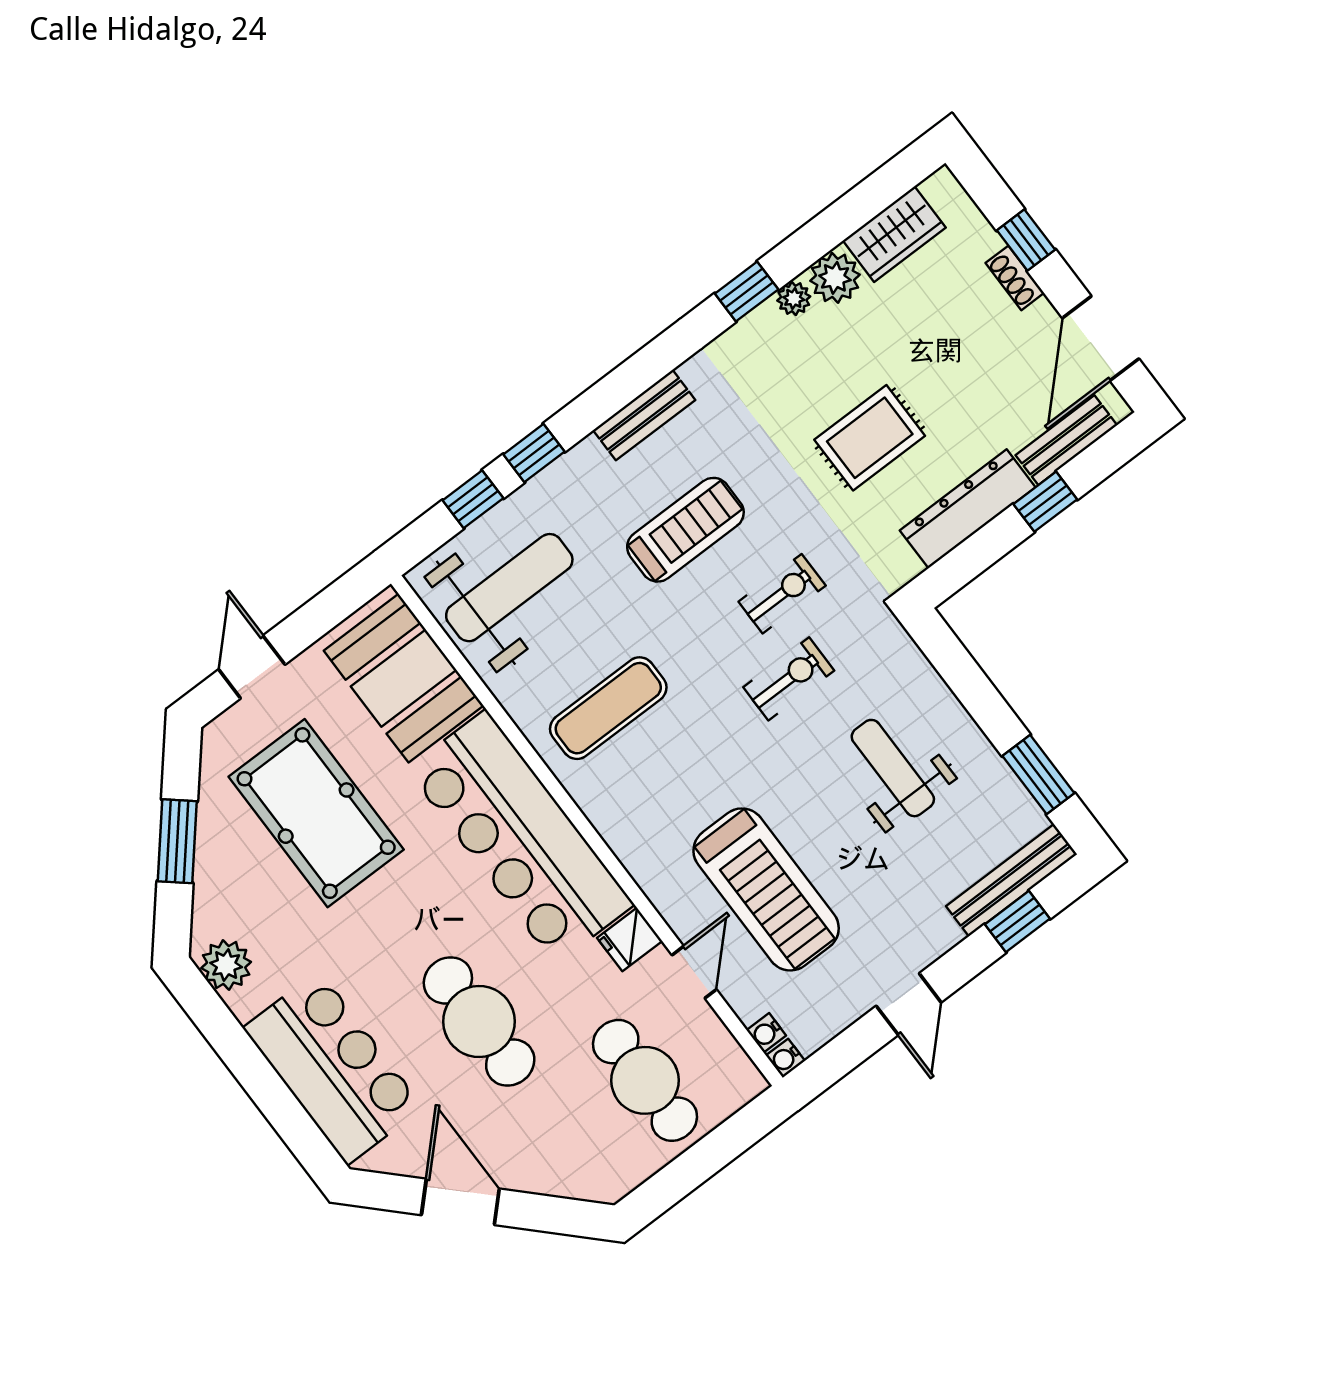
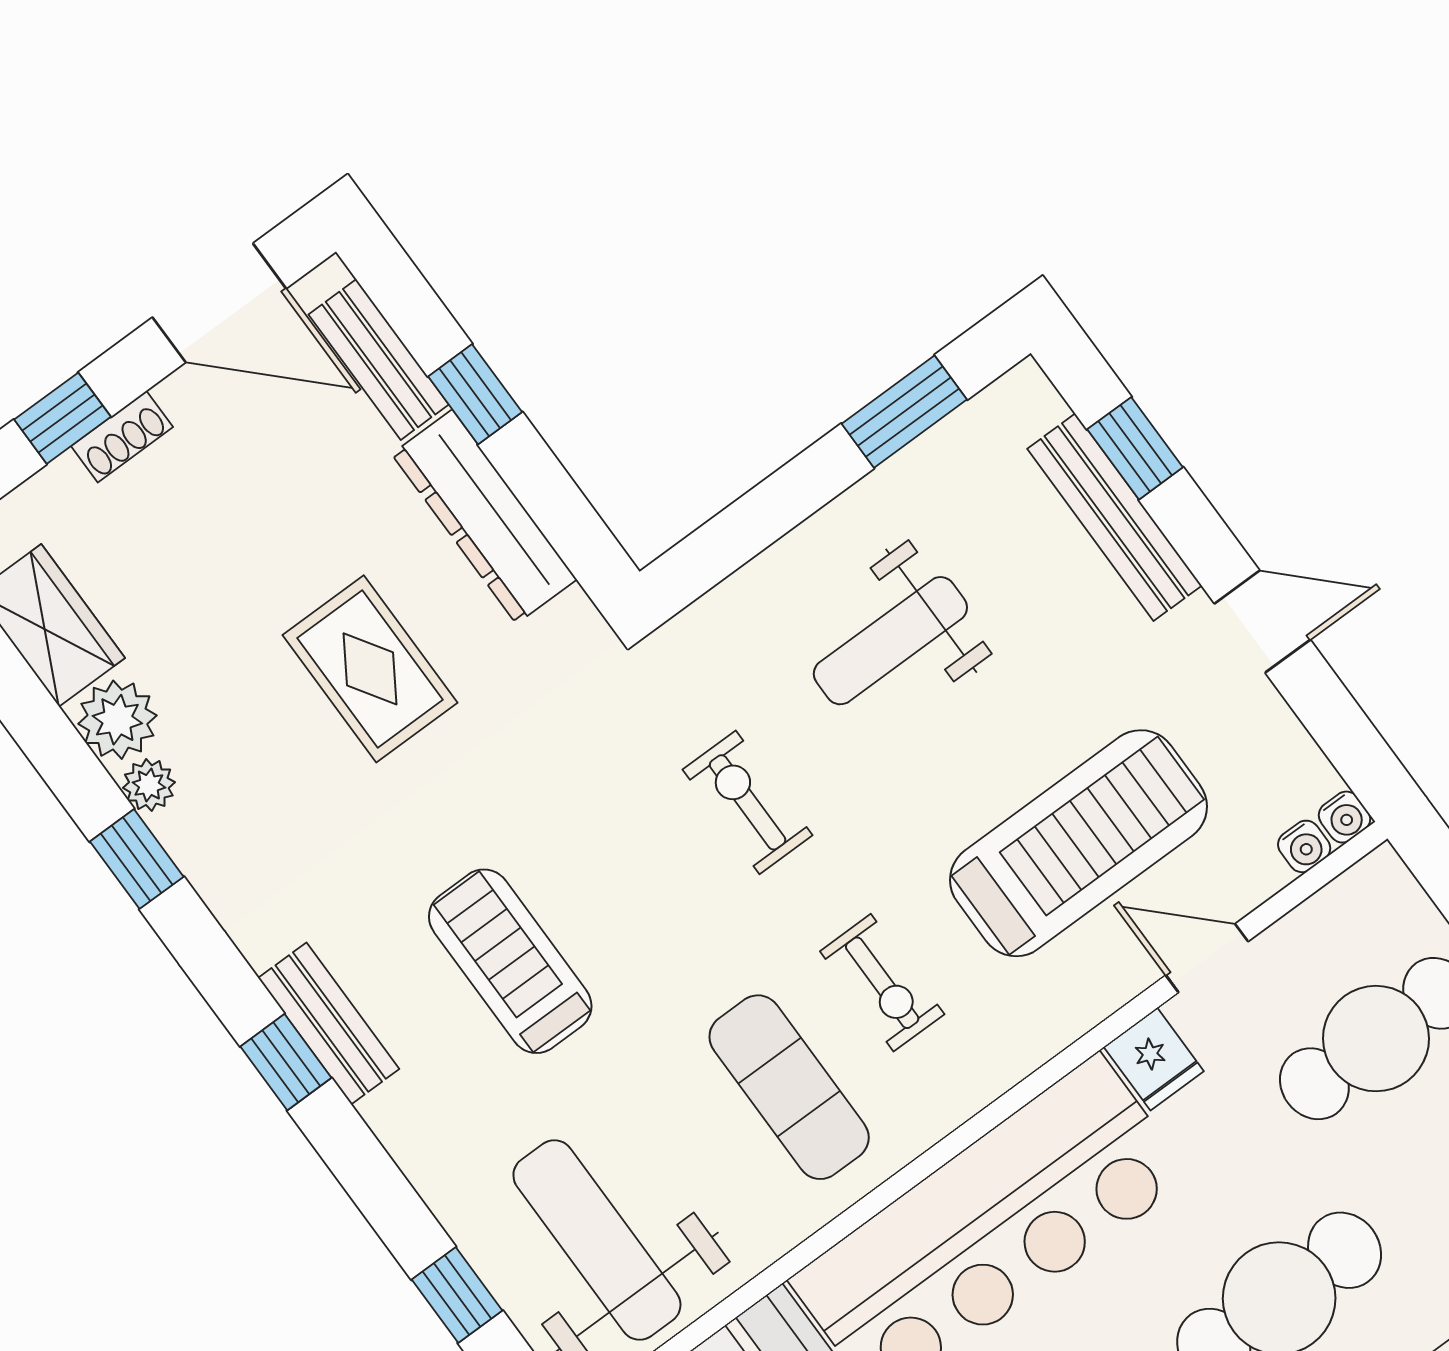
window: (534, 453) -> (286, 1062), moved
exercise bike: (782, 594) -> (882, 983), moved, turned 180
bench: (1012, 880) -> (1115, 517), moved

